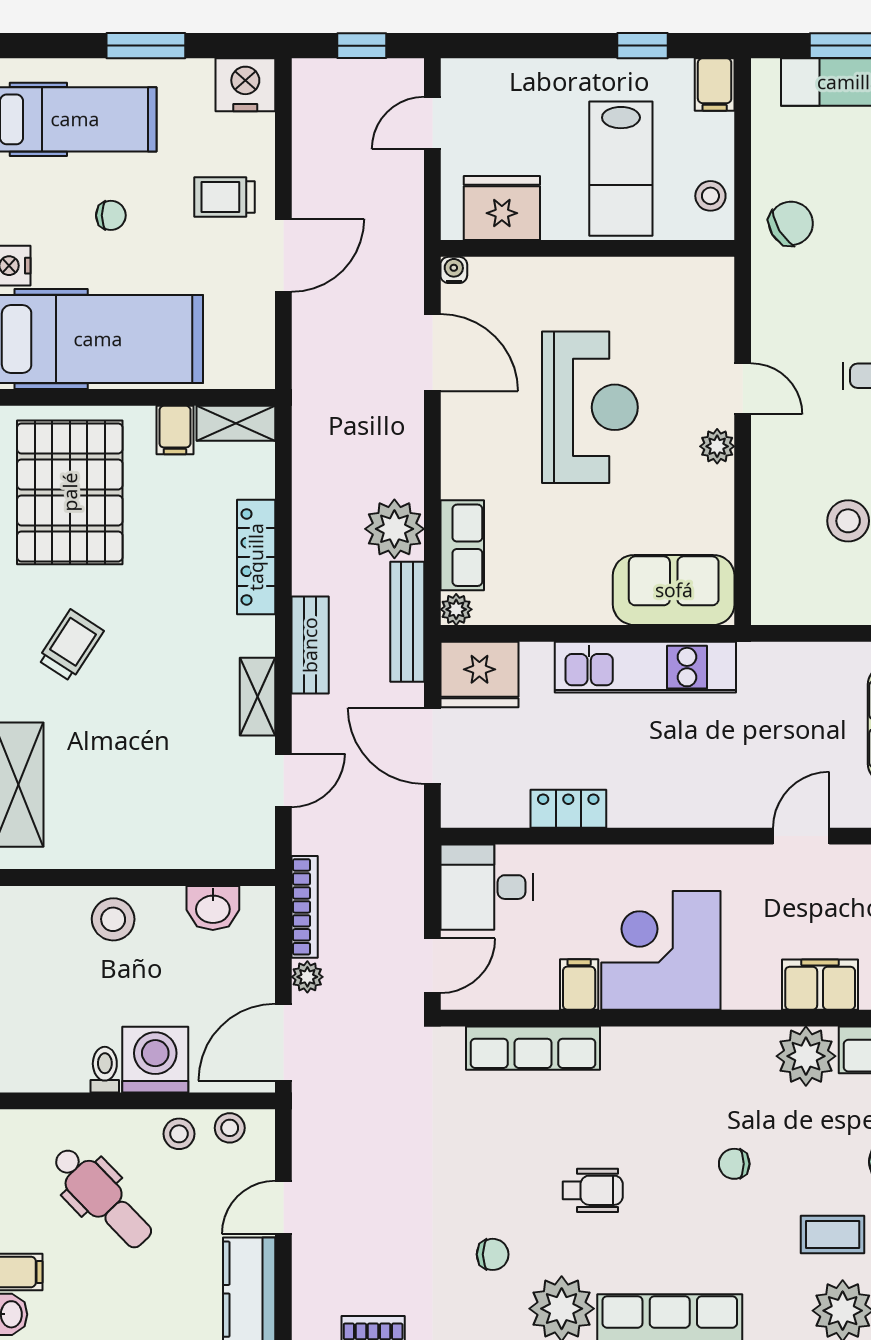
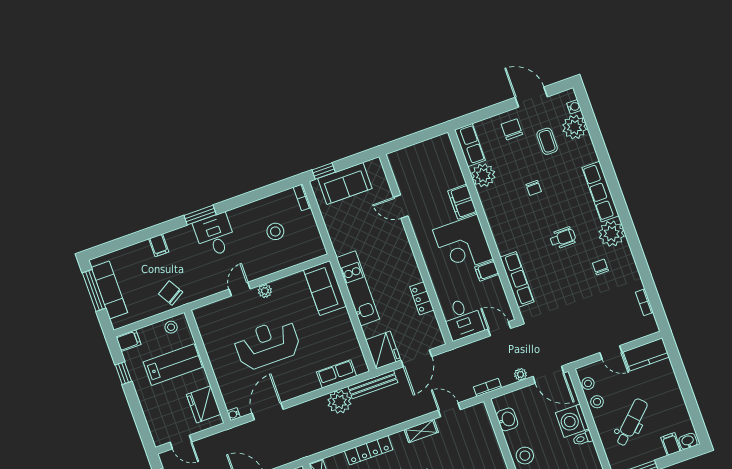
plant: (456, 609) -> (362, 368), removed
bench: (310, 645) -> (395, 418), removed
bookcase: (305, 907) -> (487, 387), width x0.64
filing cabinet: (820, 985) -> (462, 202), moved
wheelchair: (593, 1190) -> (563, 238), turned 90

